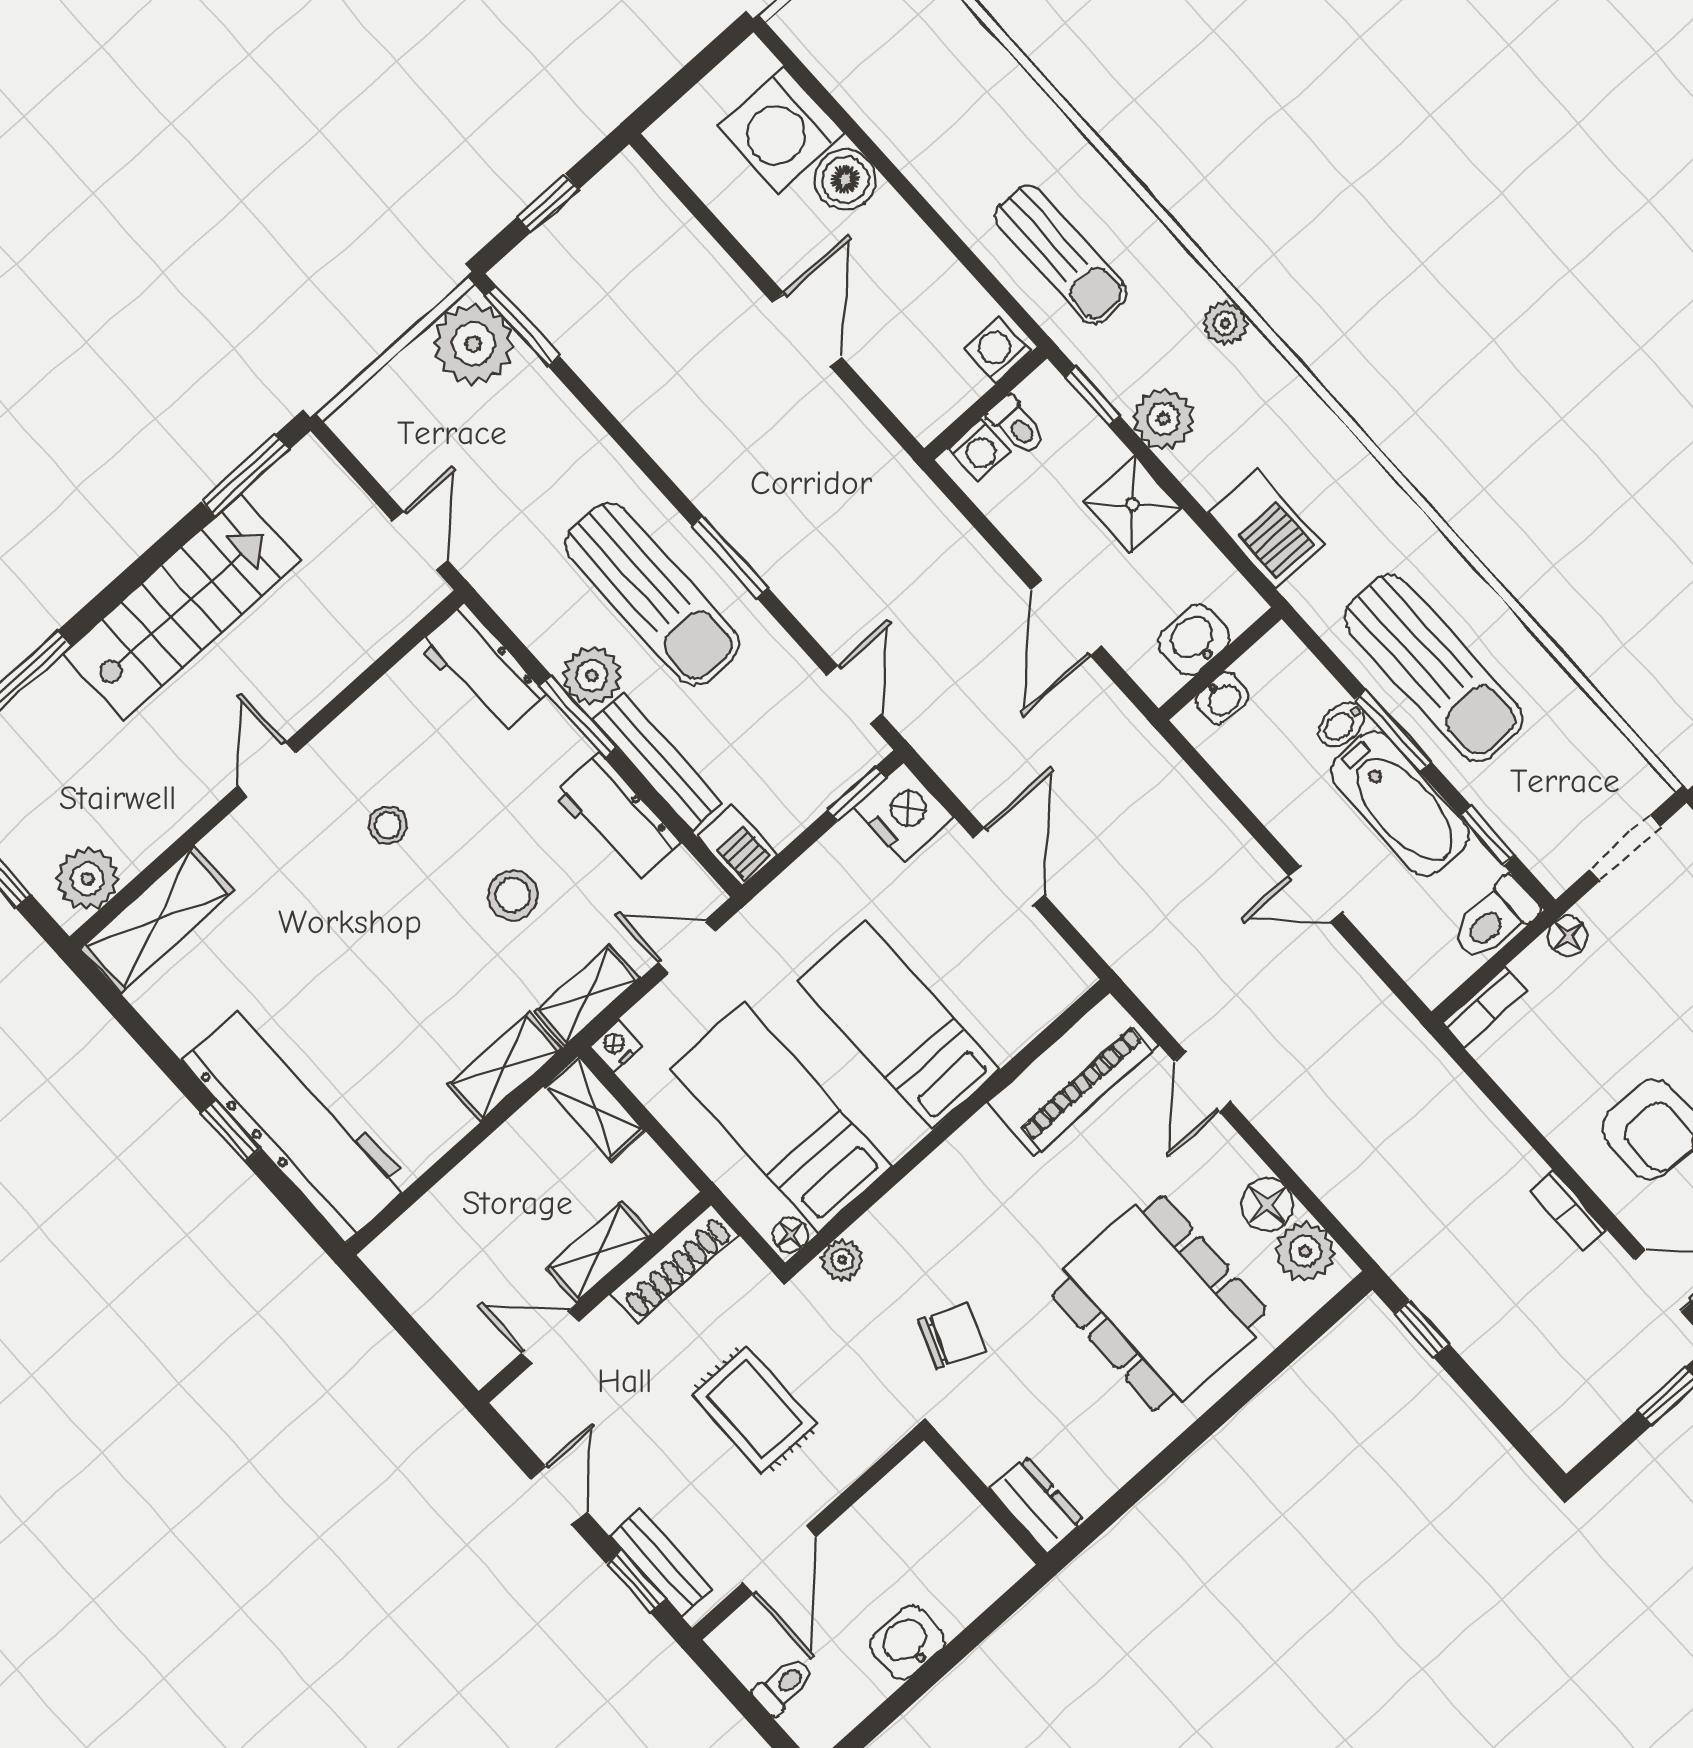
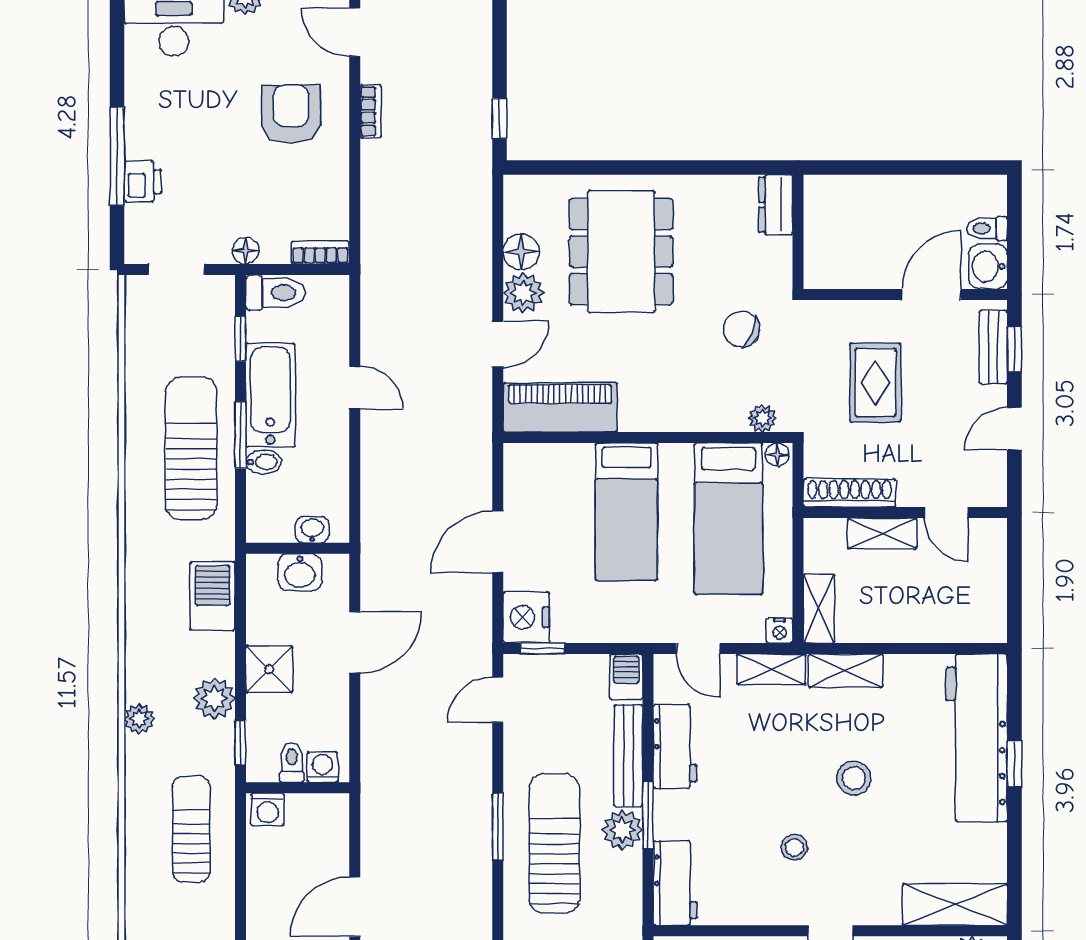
stool: (513, 895) -> (854, 778), moved
plant: (1305, 1251) -> (523, 293), moved
washbasin: (907, 1643) -> (988, 266), moved, turned 90

